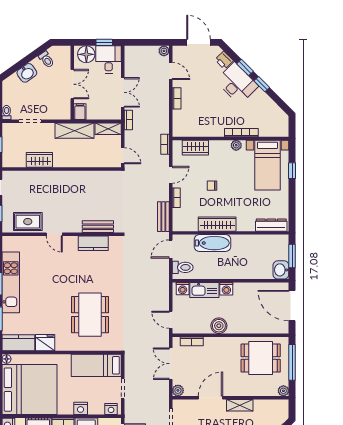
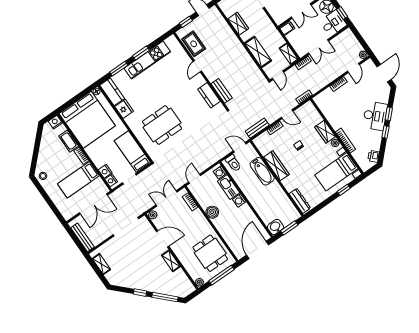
printer: (224, 60) -> (374, 156), moved
shelving: (75, 131) -> (258, 52), moved
wardrobe: (195, 148) -> (325, 132), moved
nightstand: (81, 408) -> (105, 171), moved

